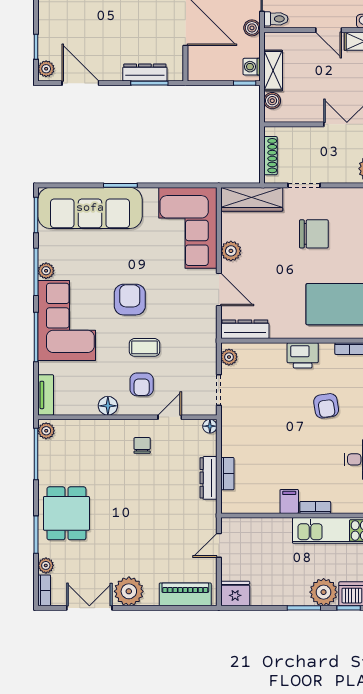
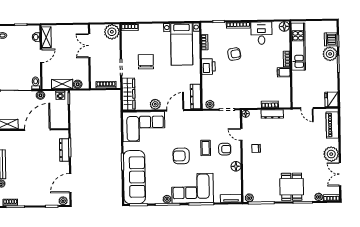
dining table: (66, 513) -> (292, 187), turned 90

